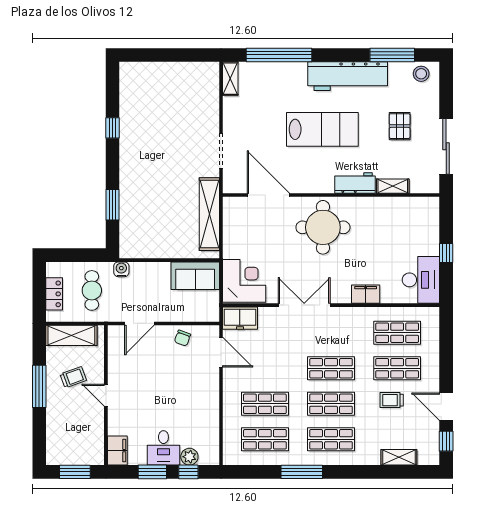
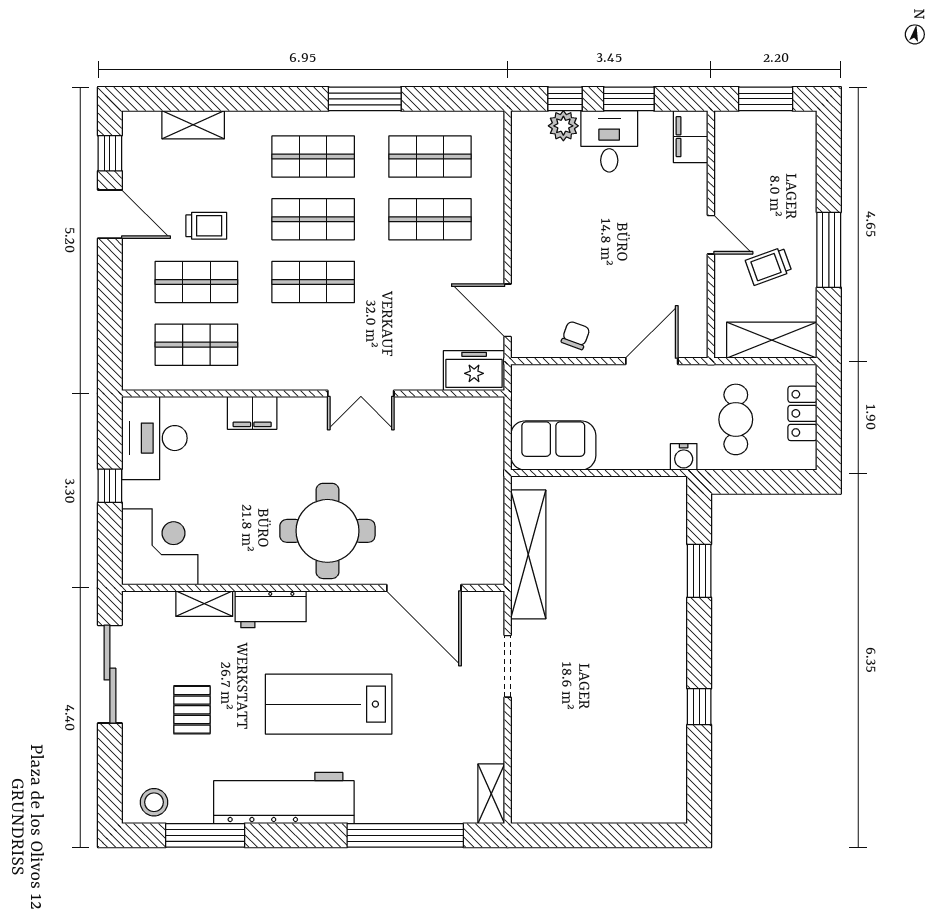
corner desk: (244, 281) -> (160, 547), moved, turned 180
double door: (304, 305) -> (361, 393), width x0.73

